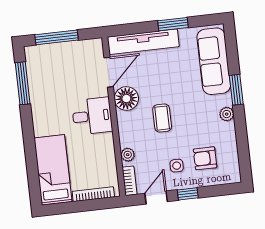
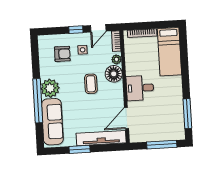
window: (236, 90) -> (38, 101), width x2.11
floor lamp: (126, 99) -> (114, 74), moved
plant: (227, 114) -> (50, 88), width x1.87, depth x1.87

